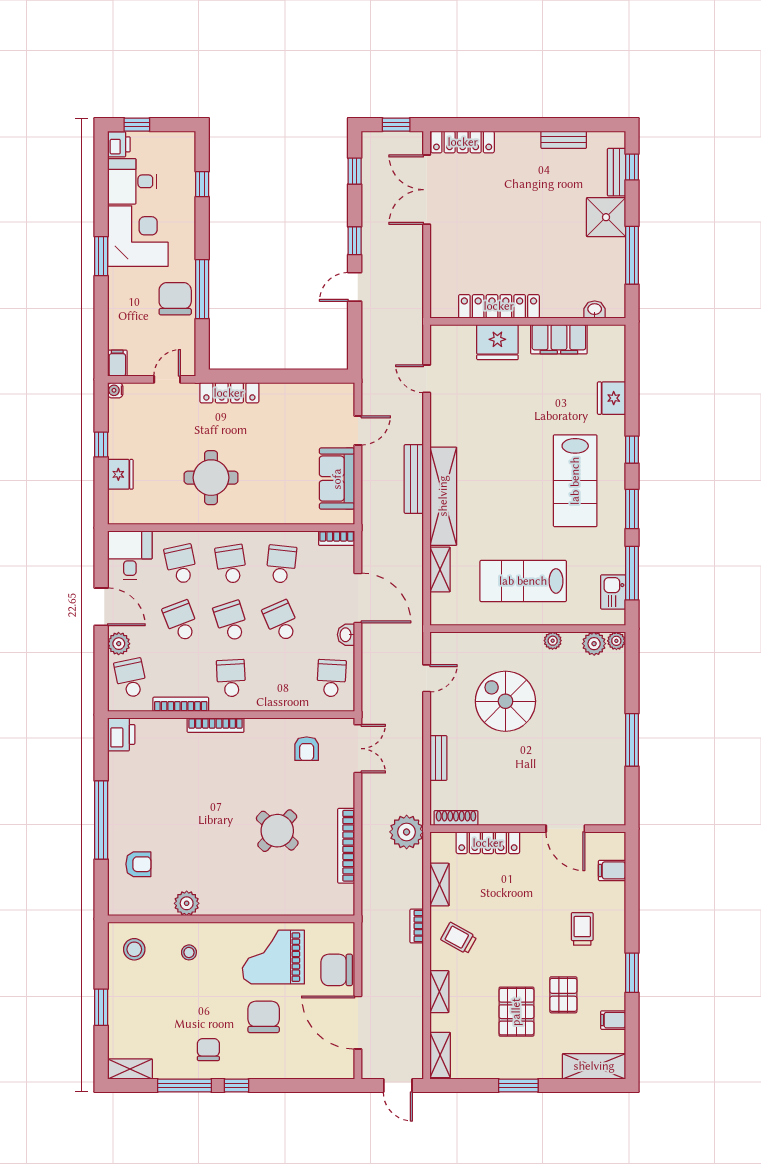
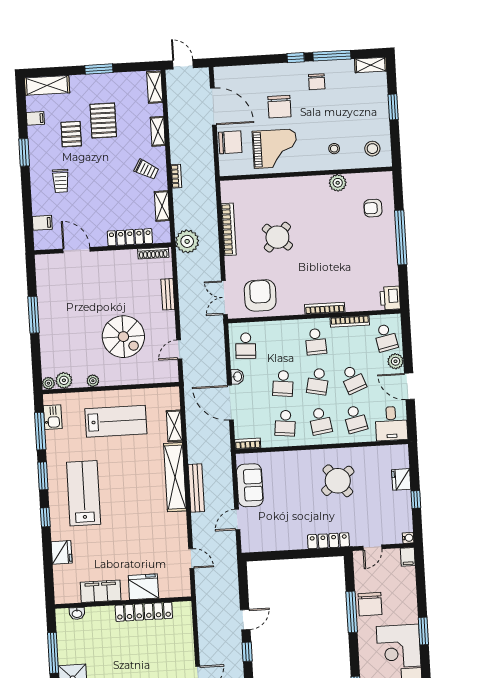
round table: (211, 478) -> (338, 481), turned -38
school desk: (231, 621) -> (318, 381), turned 30
school desk: (281, 621) -> (283, 383), turned 30
armchair: (307, 749) -> (260, 295), width x1.88, depth x1.88

